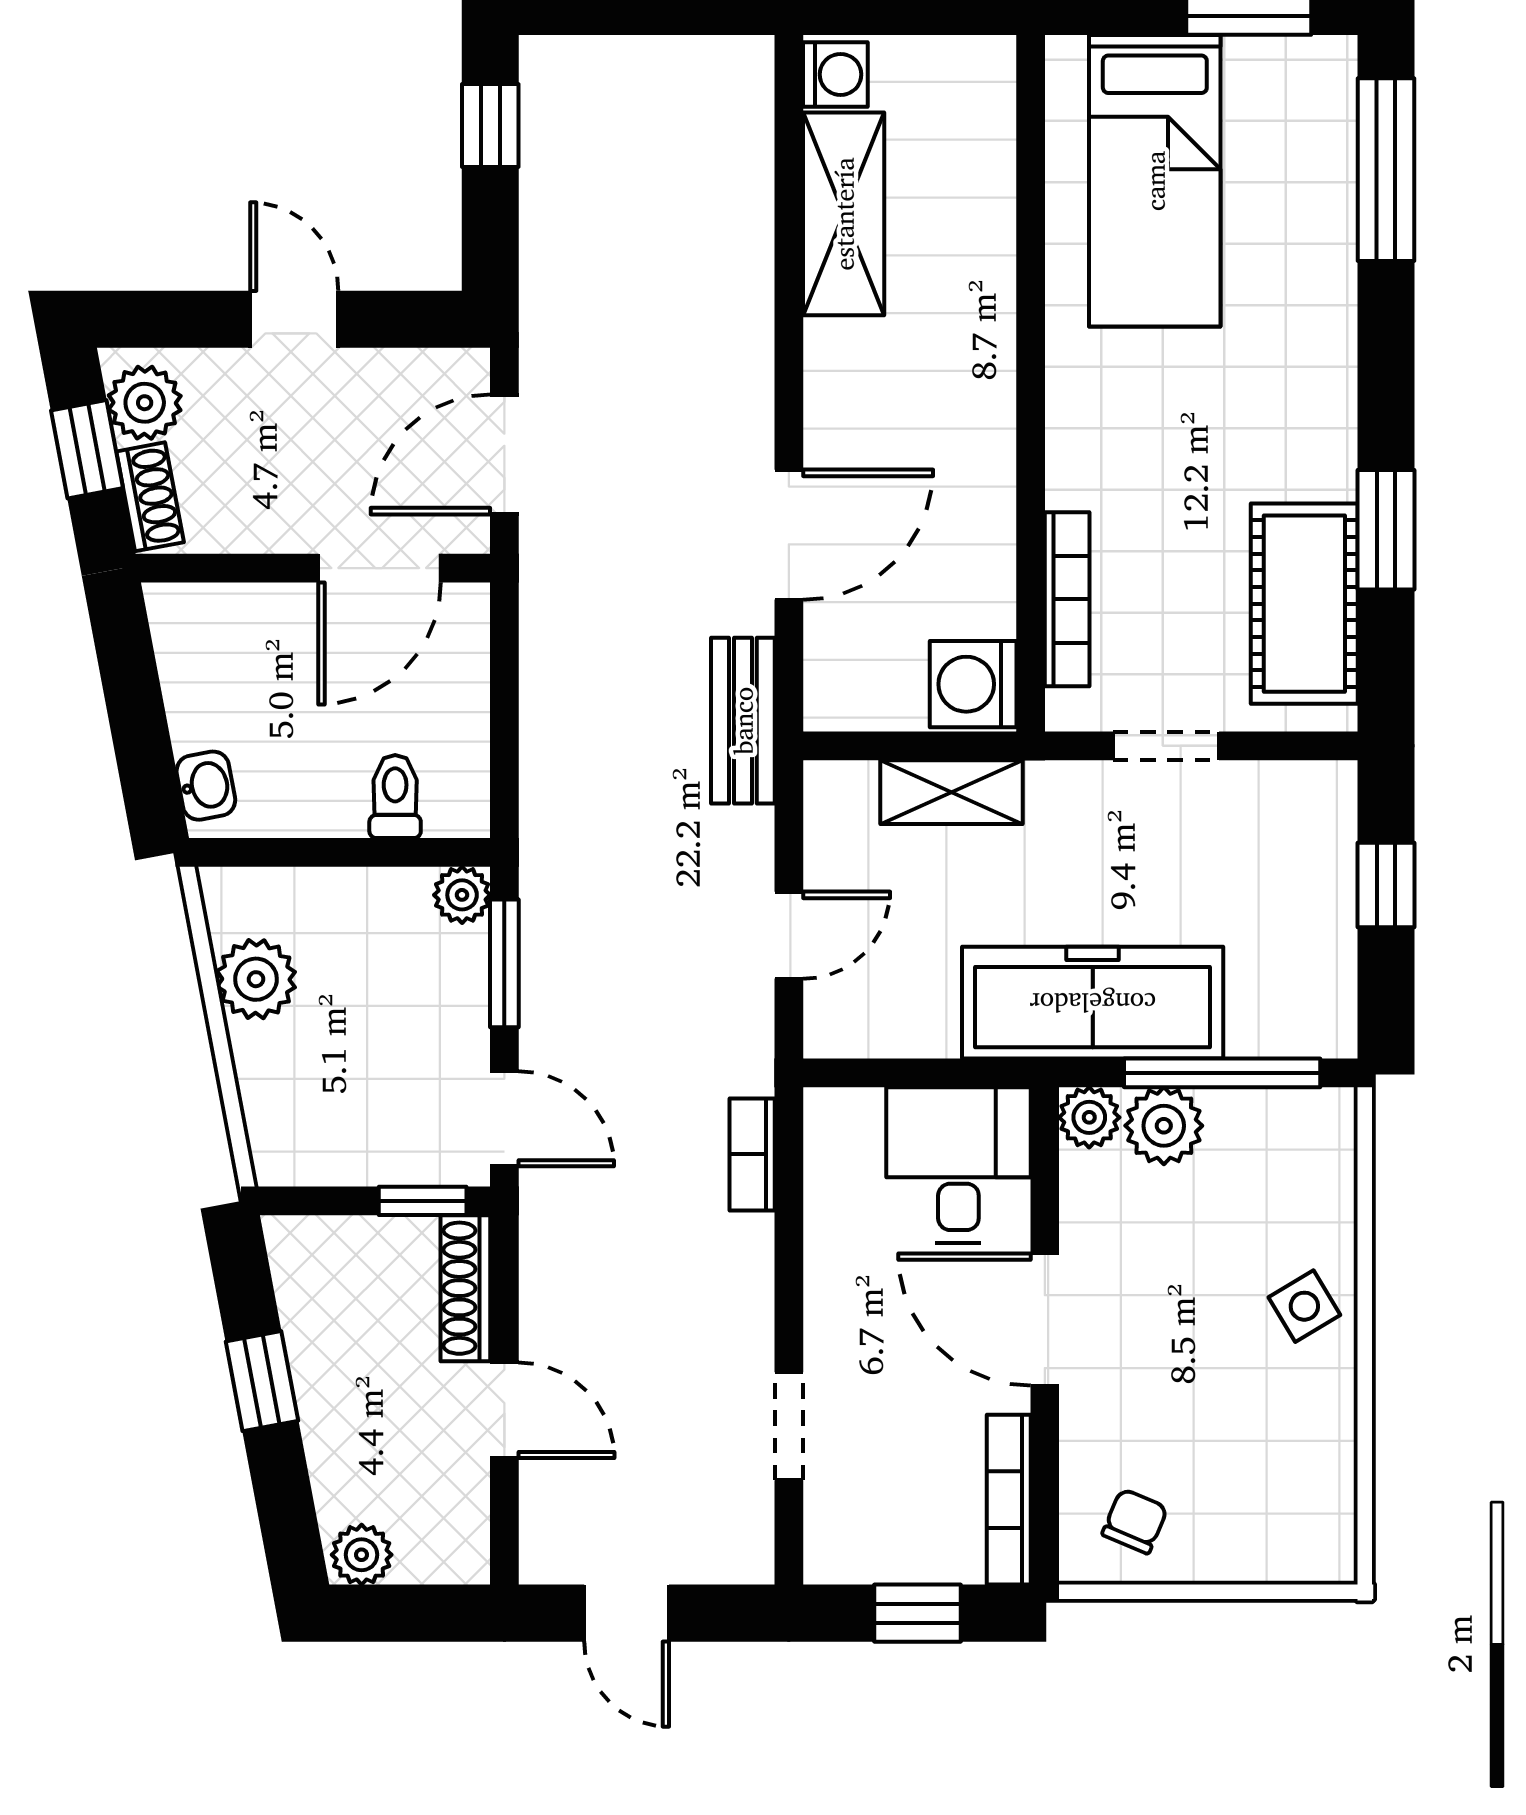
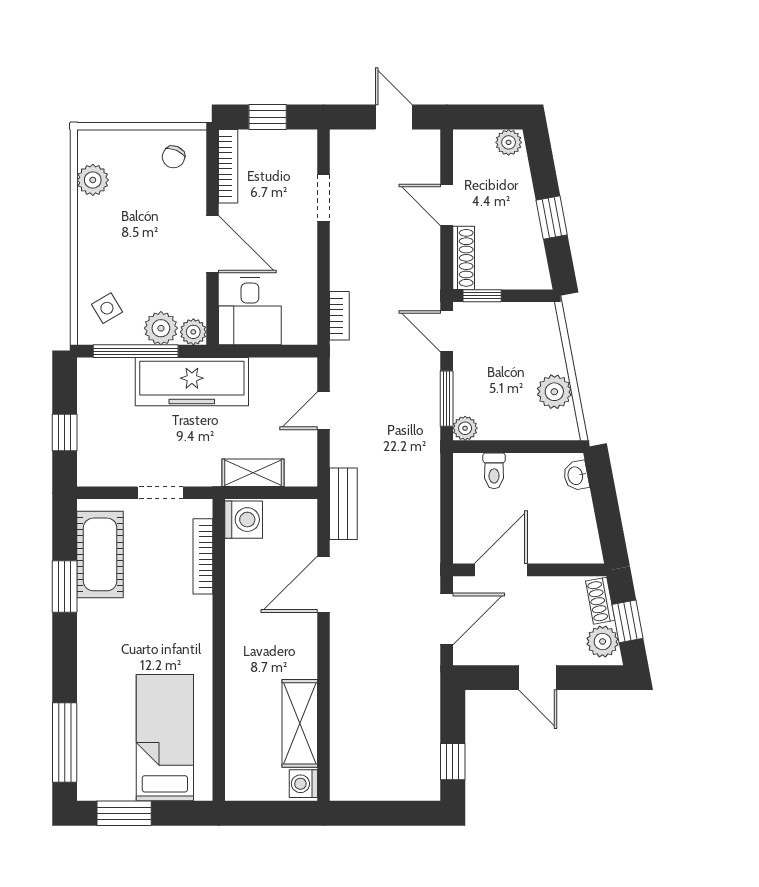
side table: (1304, 1306) -> (107, 308), moved
plant: (1321, 1468) -> (93, 180), added

